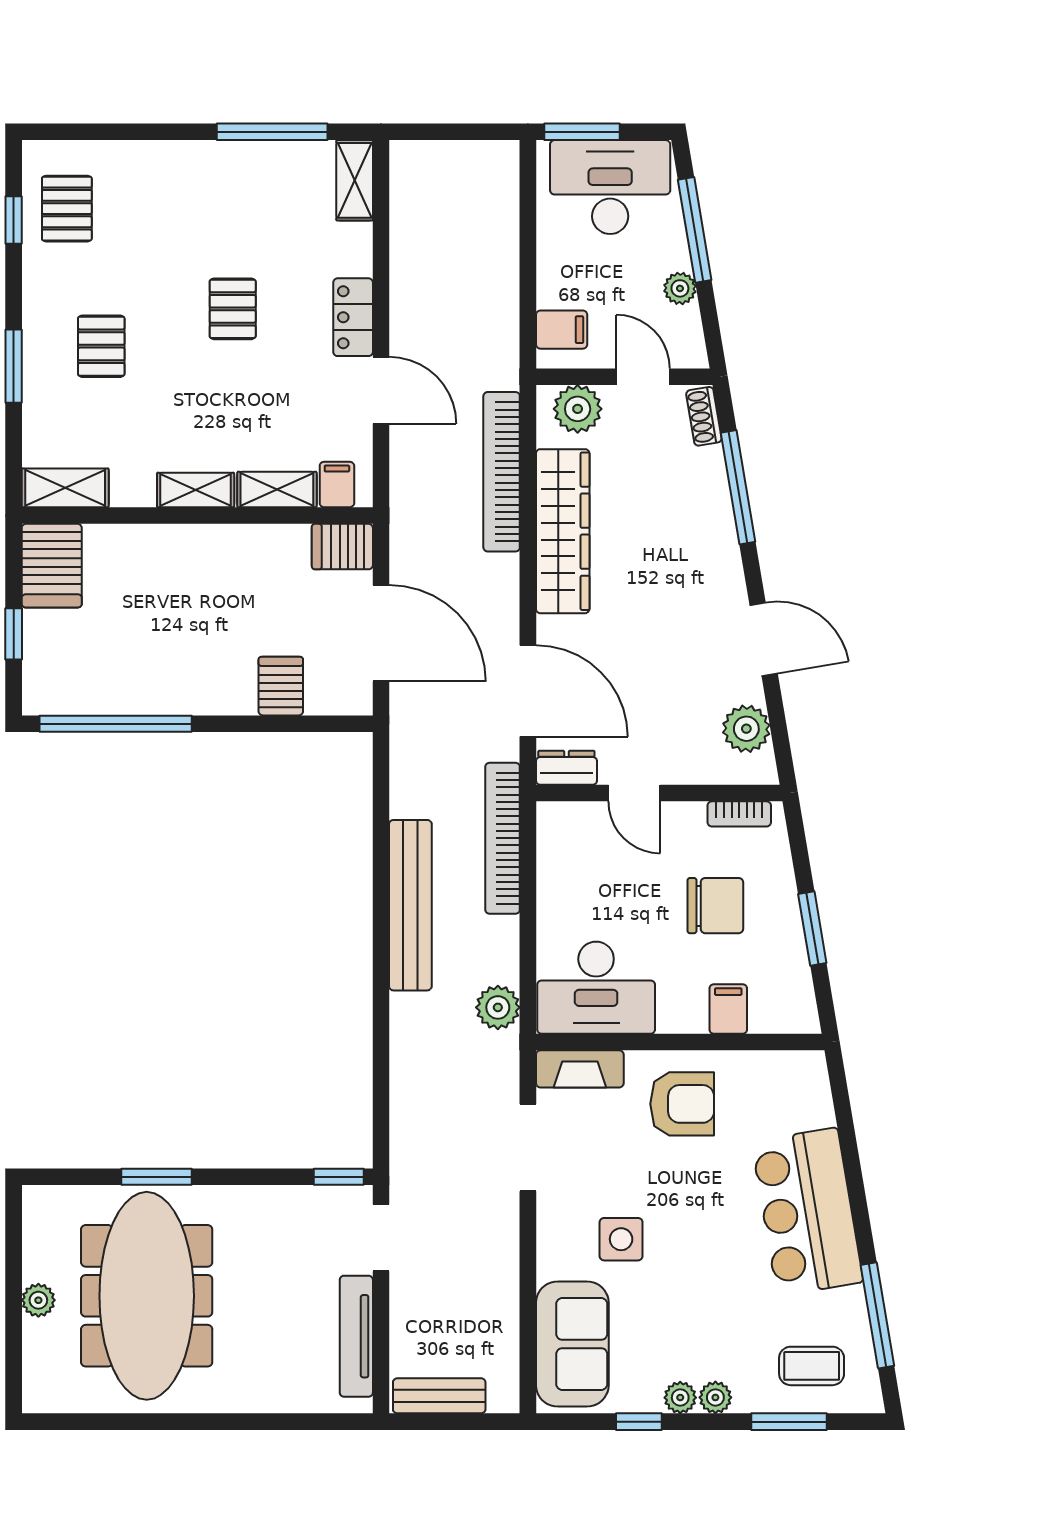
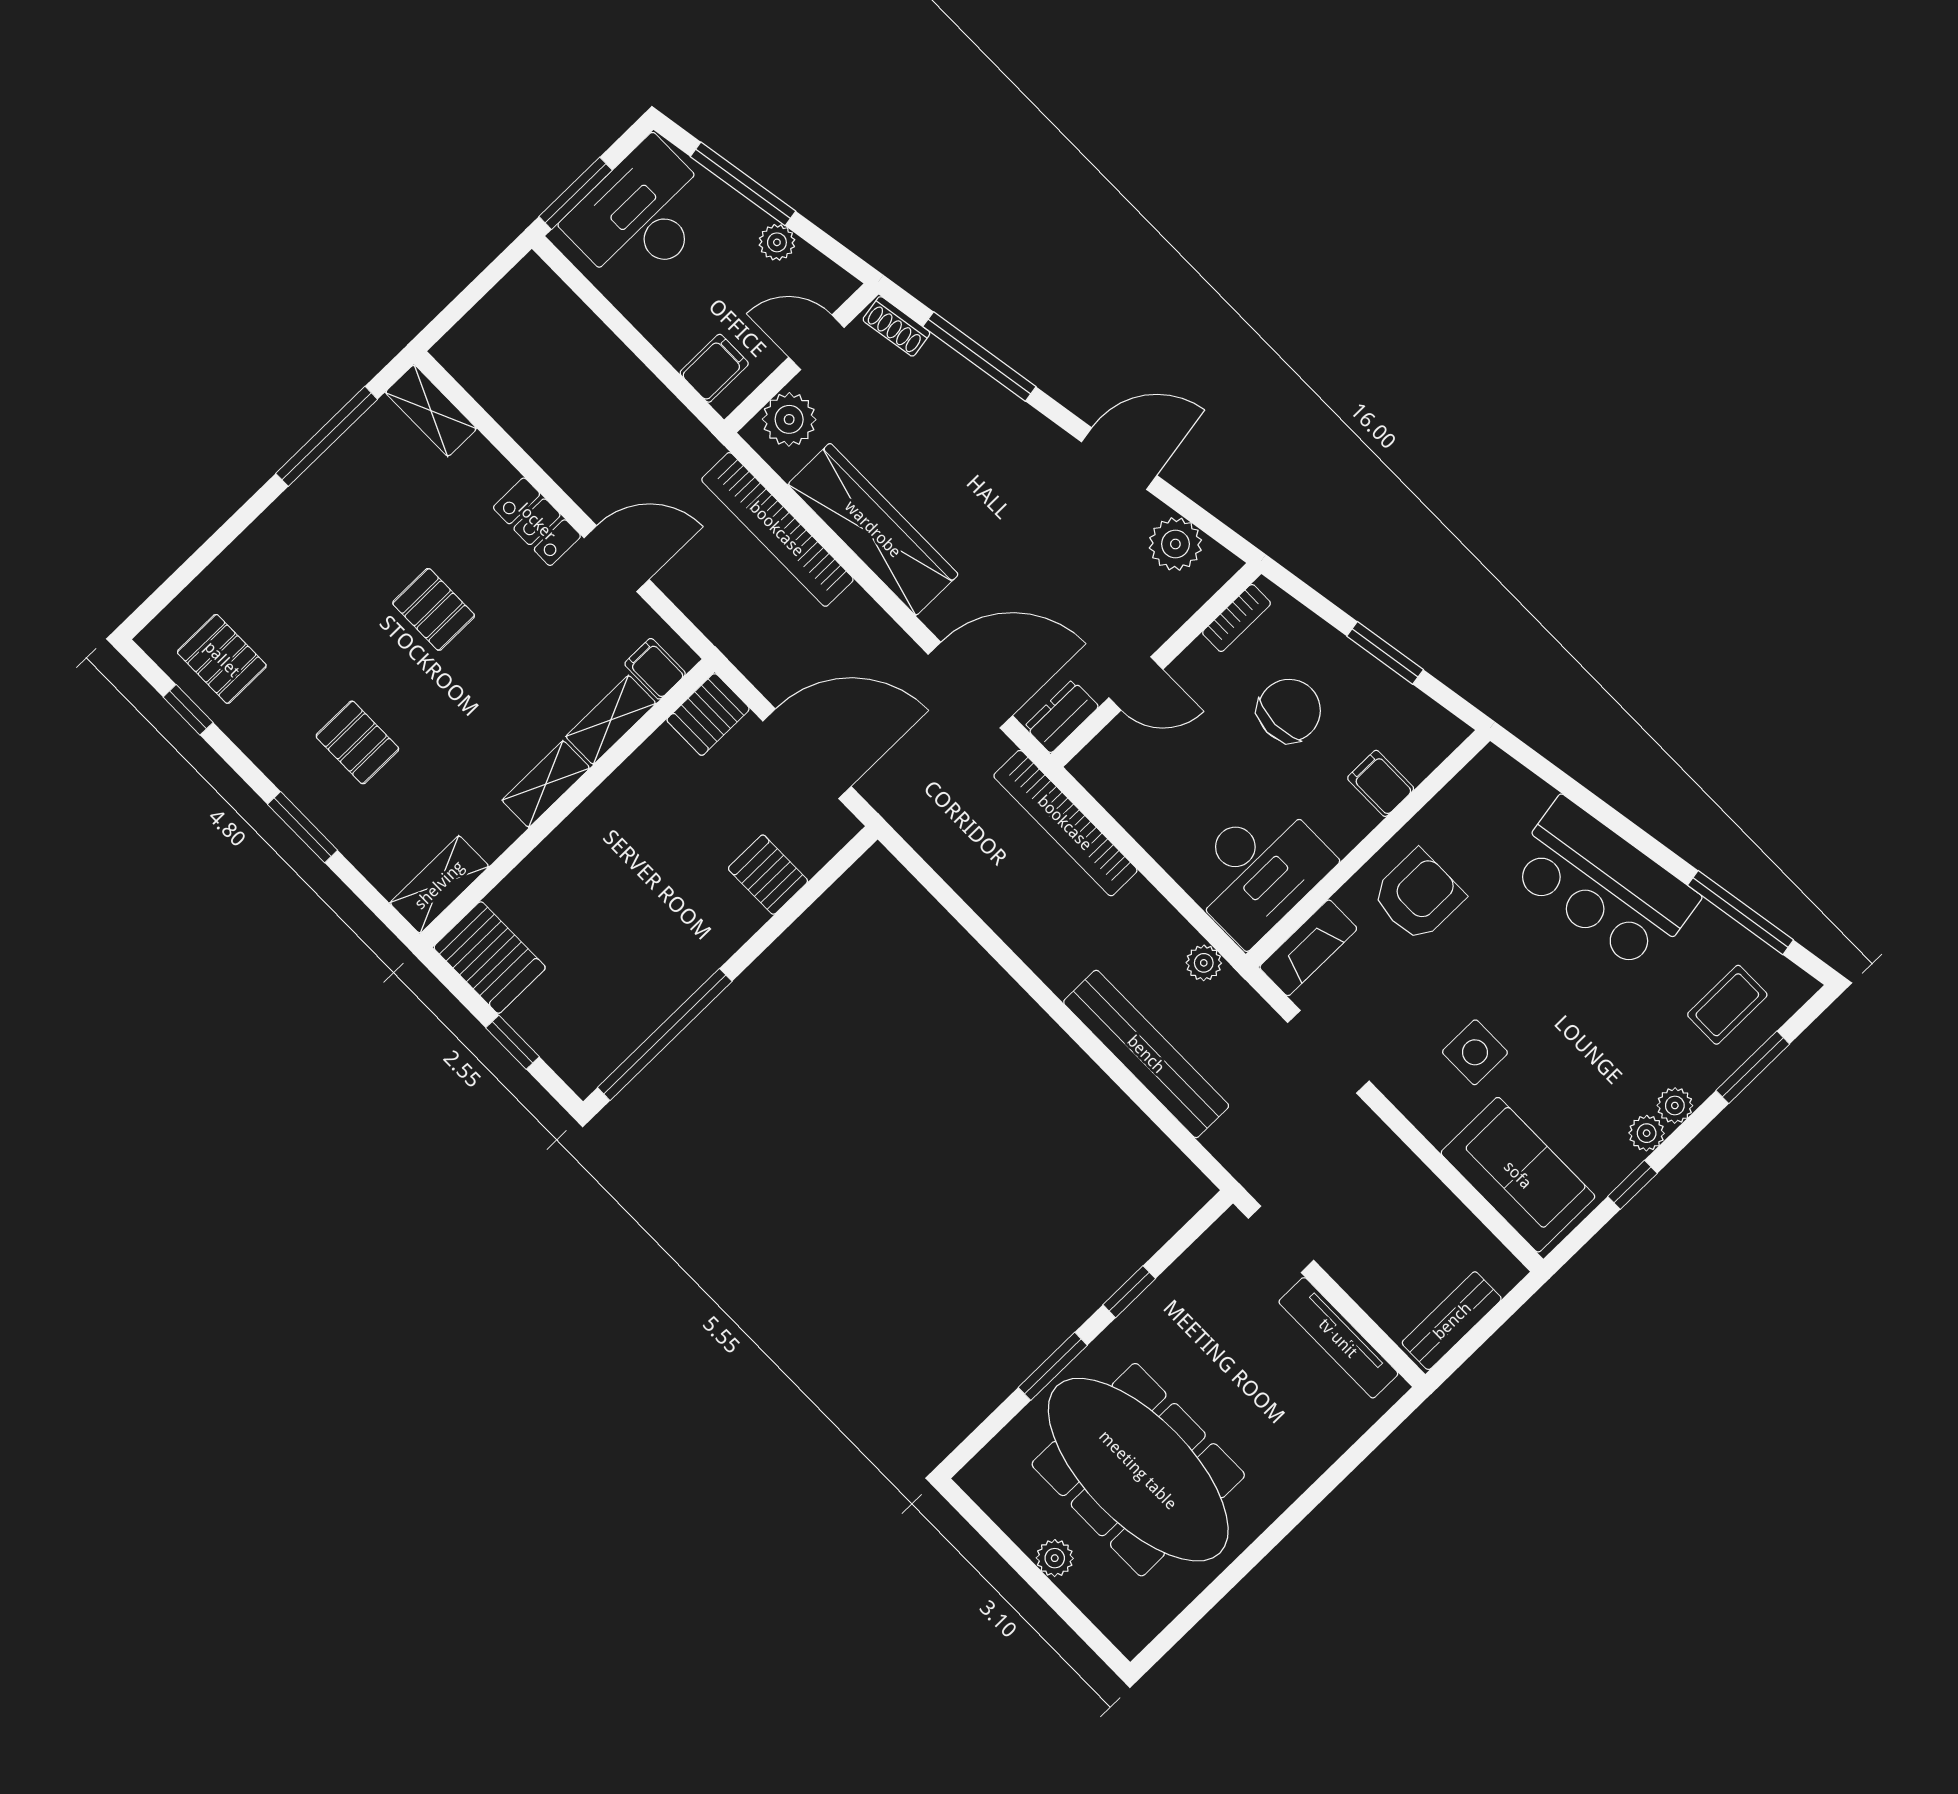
bench: (410, 905) -> (1146, 1054), moved
plant: (498, 1007) -> (1204, 963), width x0.73, depth x0.73
window: (339, 1177) -> (1129, 1292), moved

